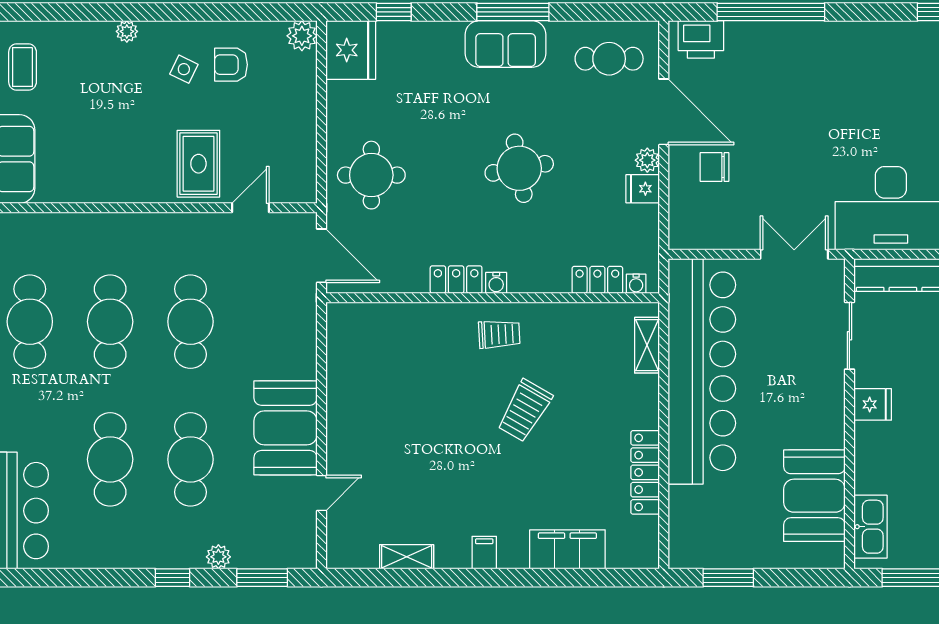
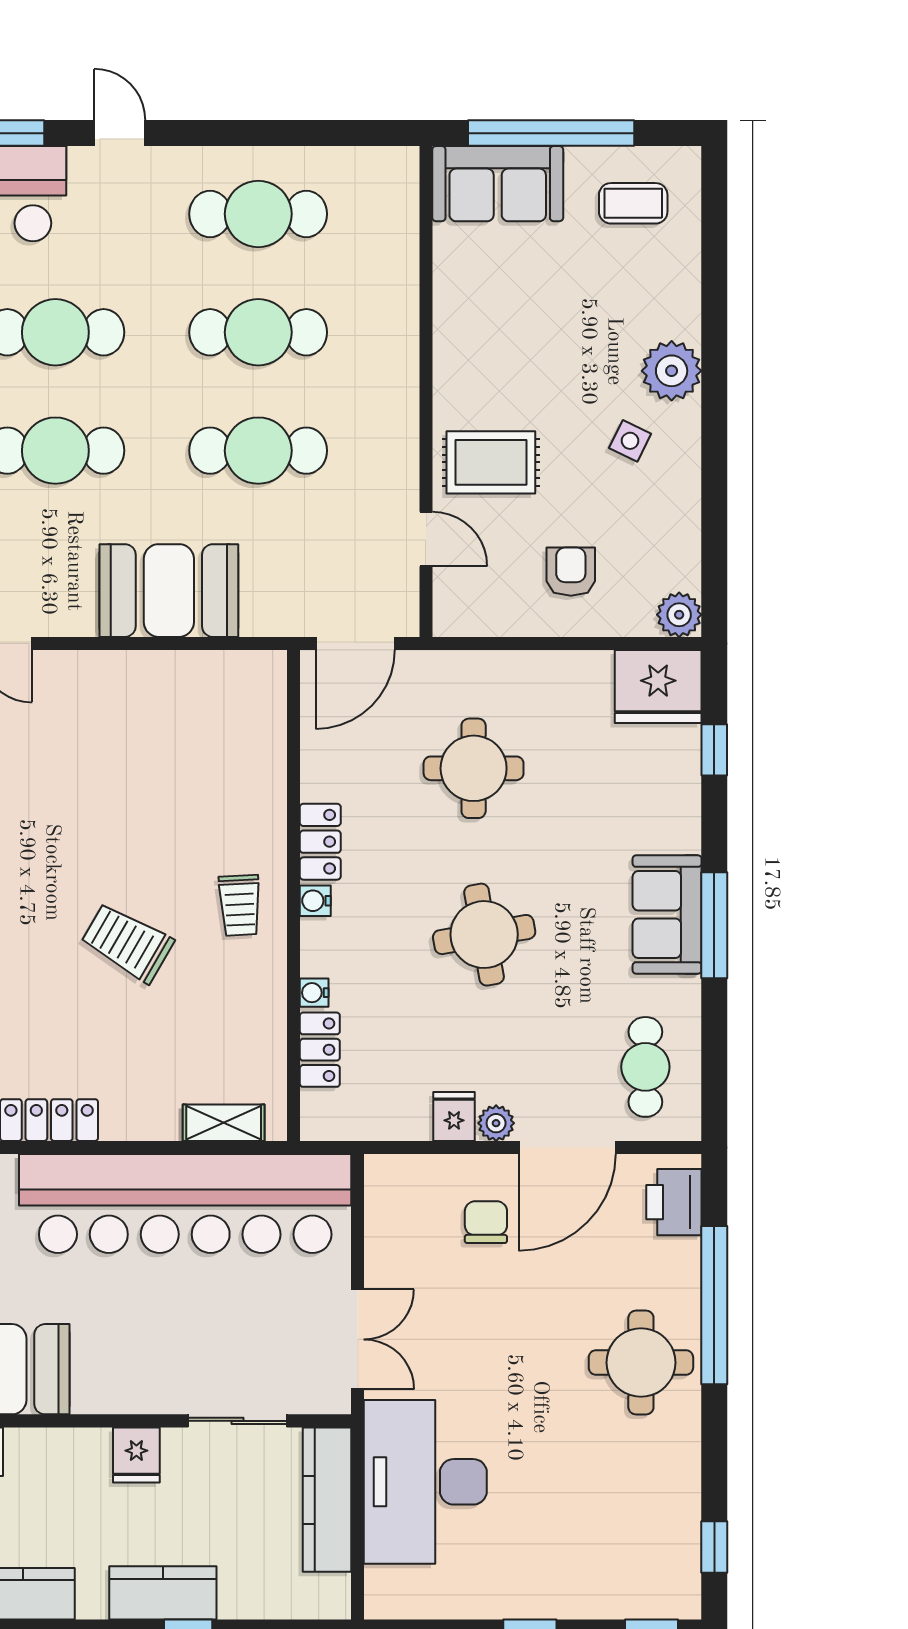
plant: (127, 31) -> (672, 371), width x1.88, depth x1.88
round table: (810, 62) -> (641, 1363), added
armchair: (231, 65) -> (571, 572), moved
round table: (371, 175) -> (474, 768), moved
water cooler: (636, 284) -> (314, 993), moved
booth: (286, 428) -> (169, 591), moved

